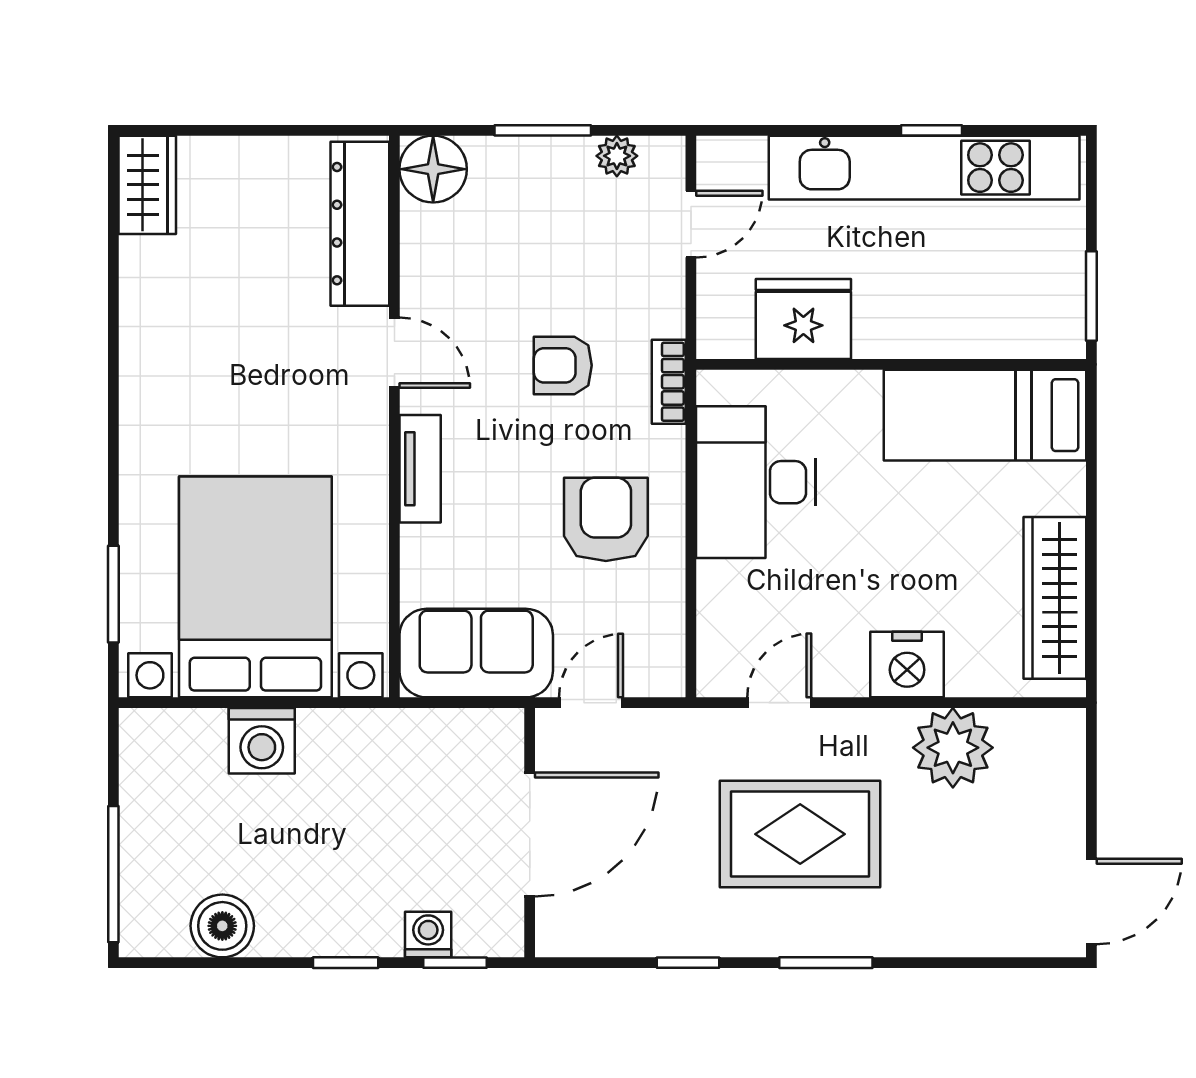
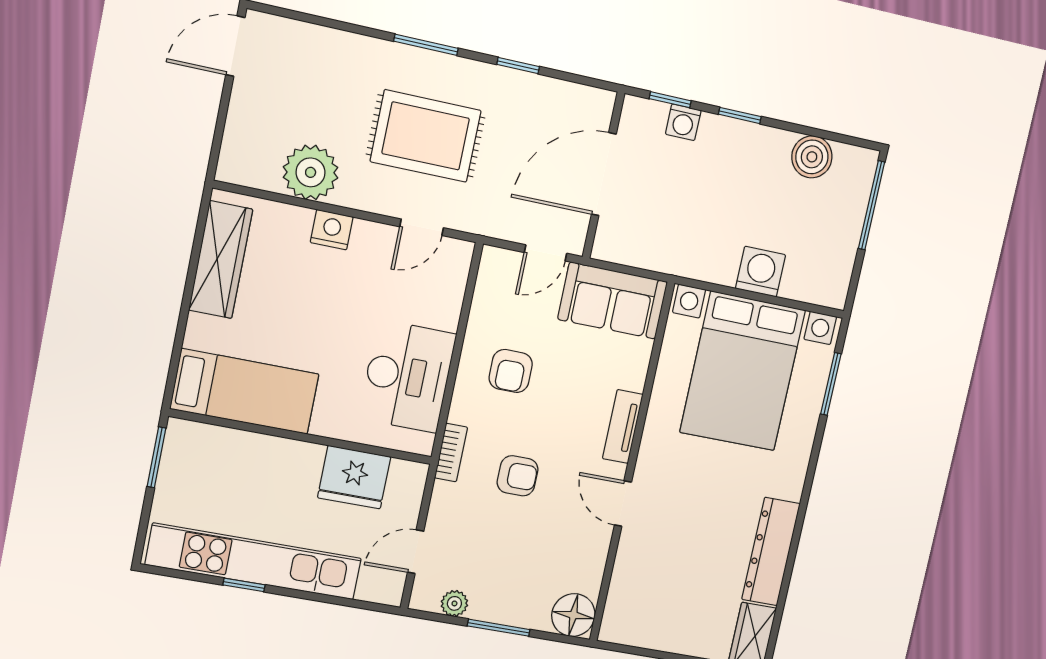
dresser: (360, 224) -> (771, 552), moved, turned 180
armchair: (606, 519) -> (511, 371), width x0.72, depth x0.72
nightstand: (907, 664) -> (332, 230), width x0.74, depth x0.75

